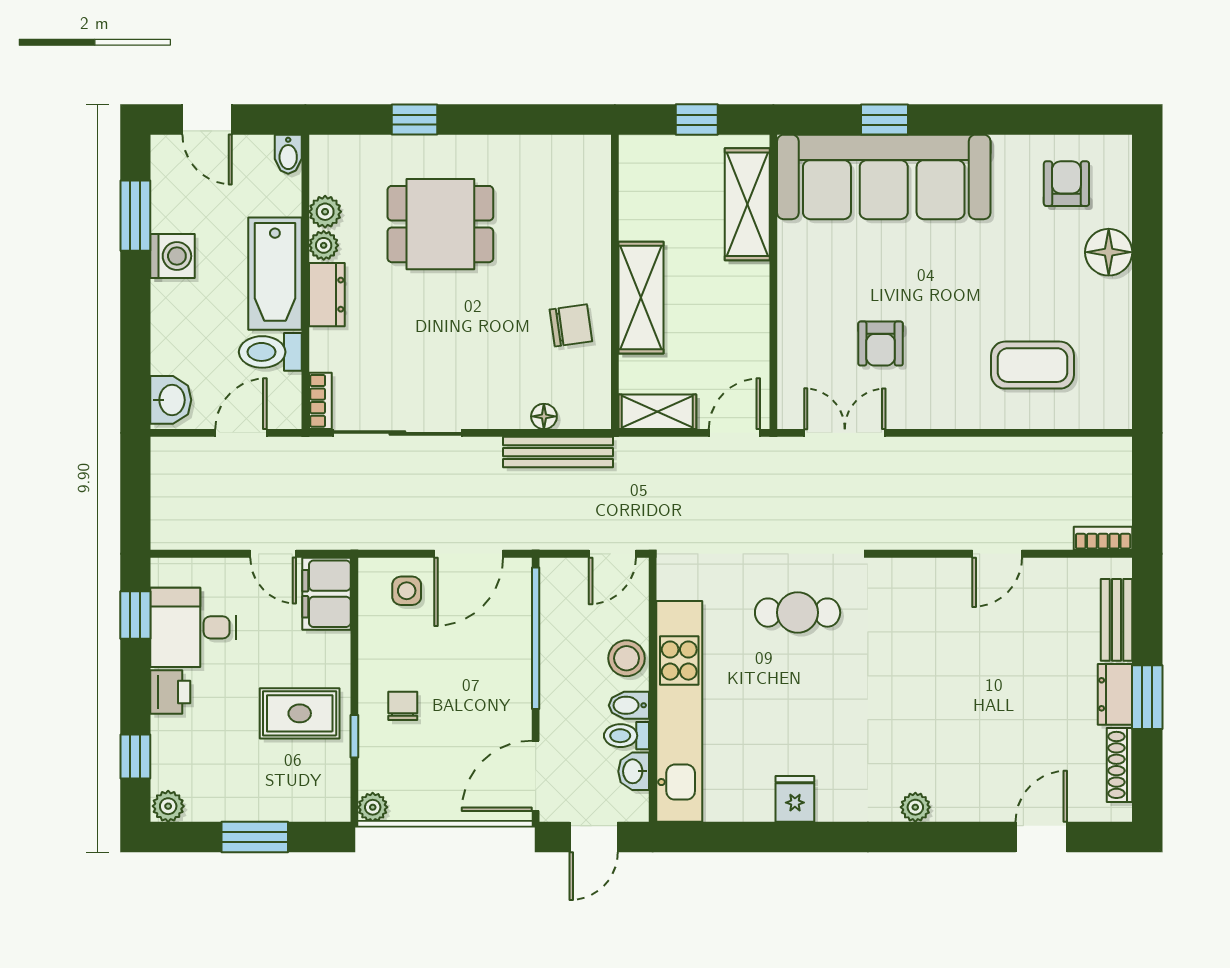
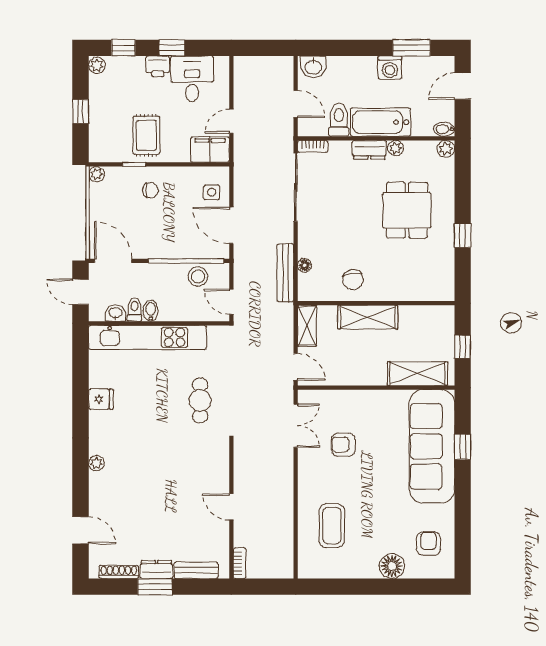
window: (415, 120) -> (463, 235), moved
armchair: (1066, 184) -> (428, 544), turned -90
plant: (325, 212) -> (446, 149), moved
window: (135, 615) -> (172, 48), moved
stool: (627, 658) -> (198, 277), moved
window: (255, 837) -> (81, 111), width x0.67

